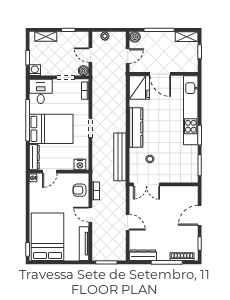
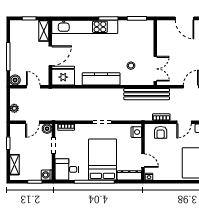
shelving: (187, 37) -> (44, 31), moved
bench: (120, 157) -> (147, 94), moved

